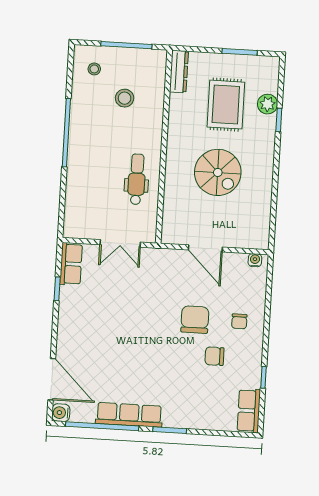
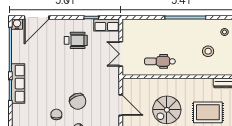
dental chair: (137, 179) -> (160, 61), turned 180
door: (205, 248) -> (121, 105), swing flipped
wheelchair: (93, 317) -> (76, 40), added
chair: (195, 320) -> (78, 101), turned 67
row of seats: (129, 415) -> (18, 84), moved

